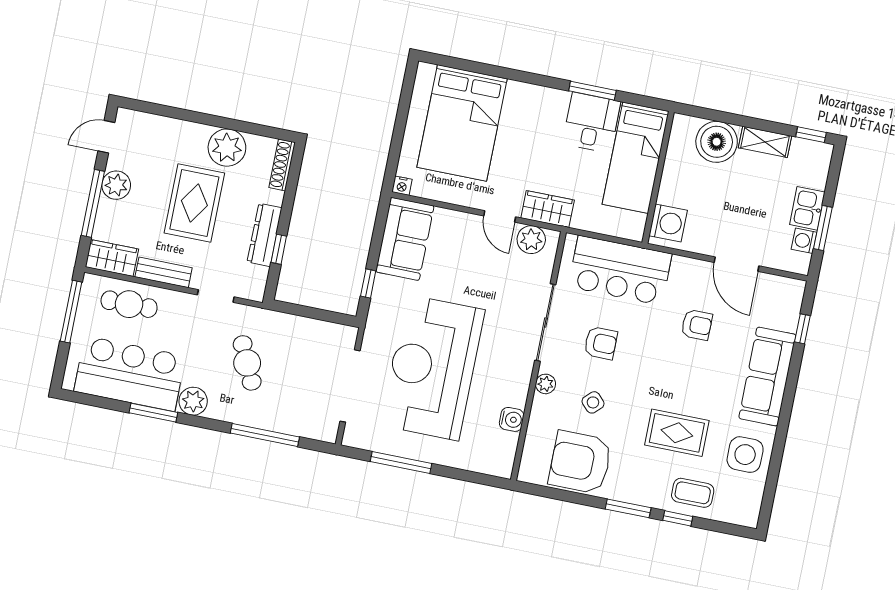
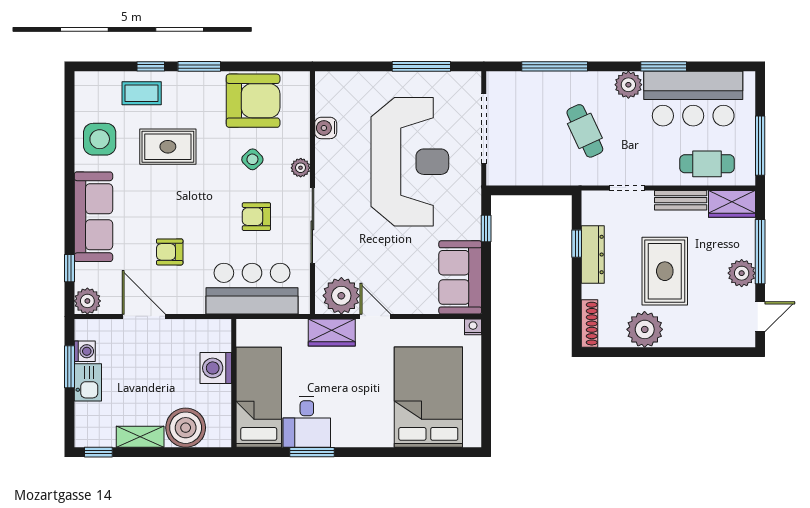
washing machine: (668, 223) -> (216, 368), moved
plant: (531, 240) -> (341, 296), width x1.36, depth x1.36
plant: (791, 292) -> (87, 301), added

